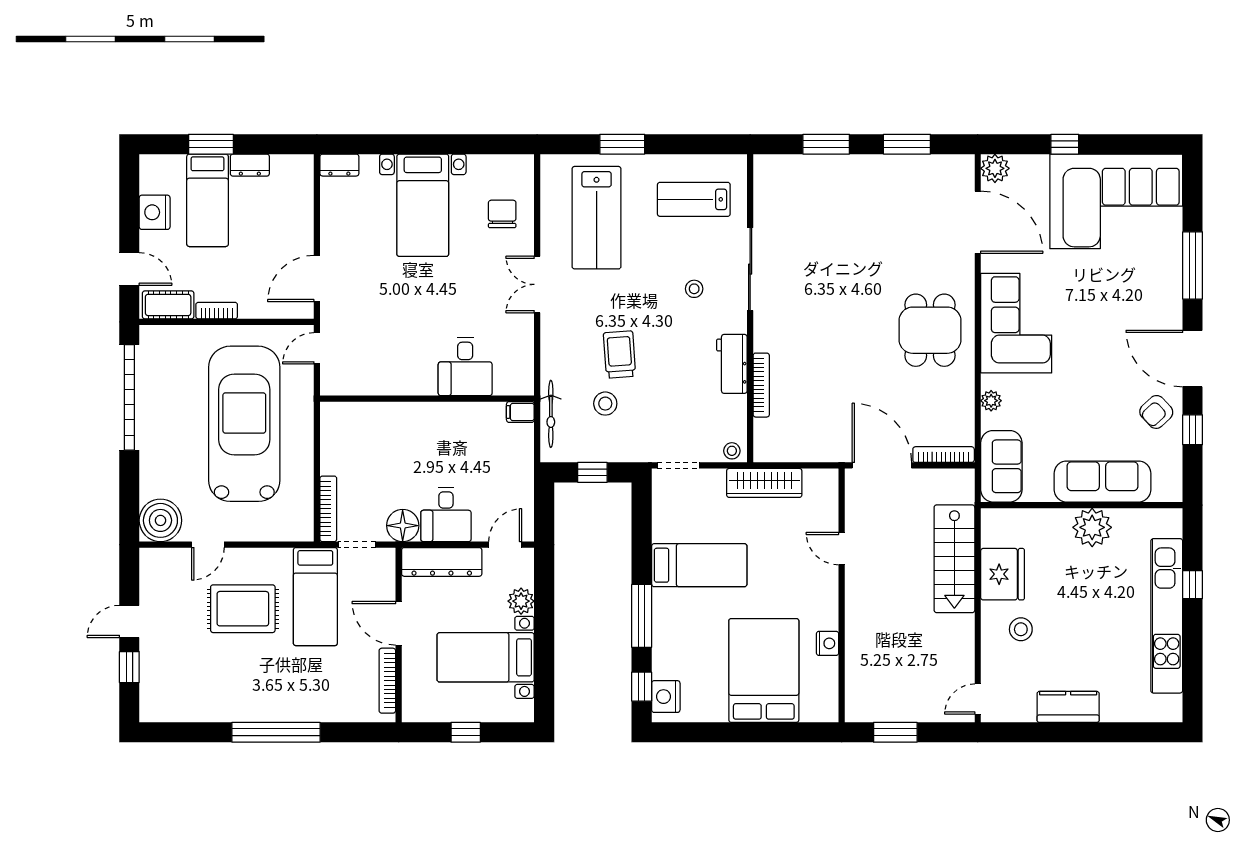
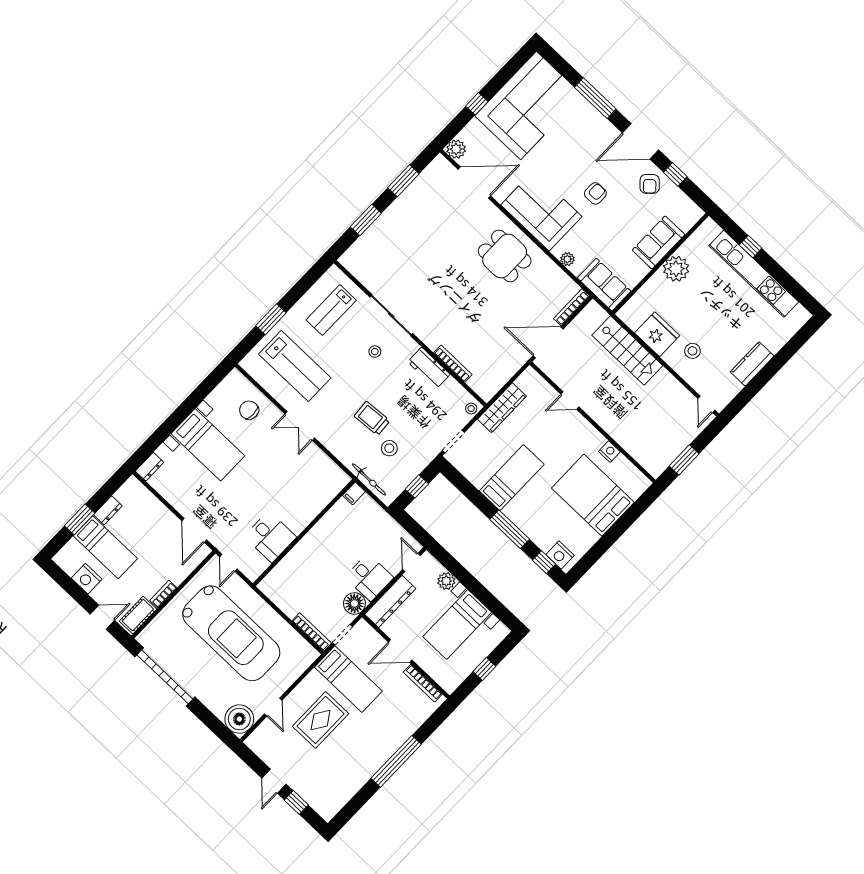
armchair: (1090, 363) -> (595, 193), added
desk: (465, 367) -> (270, 537), moved
car: (244, 424) -> (231, 633), turned 180
sofa: (1103, 482) -> (659, 242), width x0.73

